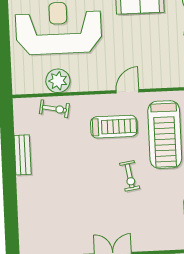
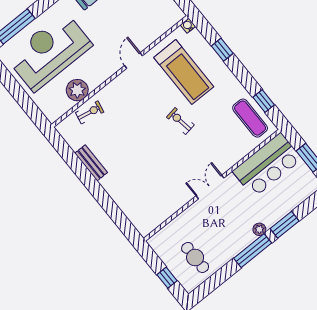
treadmill: (114, 127) -> (143, 93), removed
exercise bike: (130, 176) -> (180, 121), turned 180

